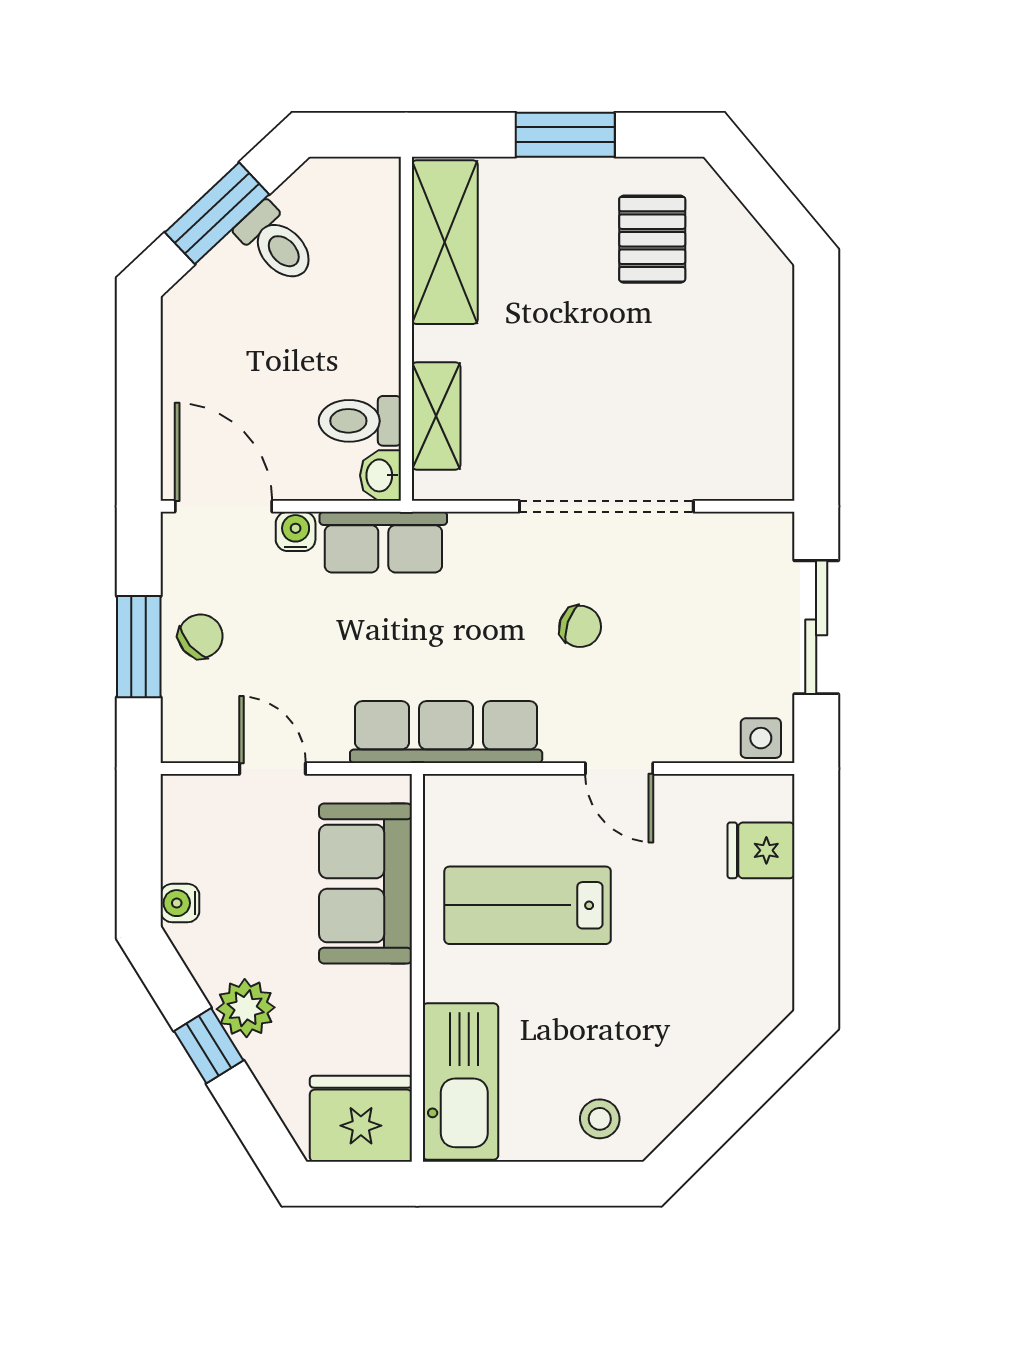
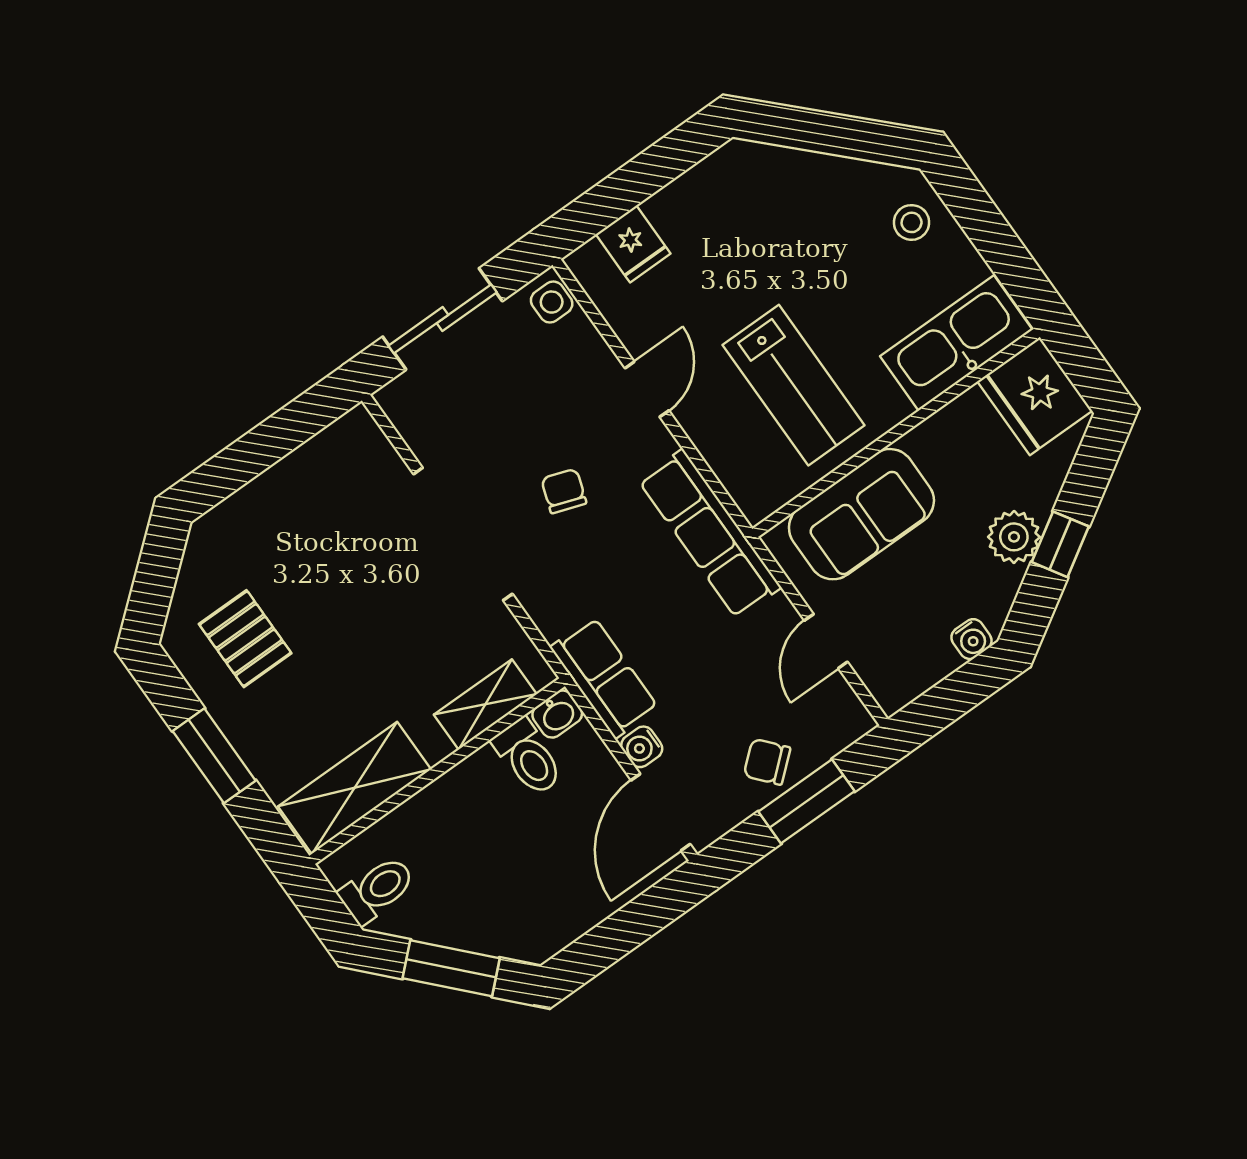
pallet: (652, 239) -> (245, 639), turned 90
toilet: (276, 243) -> (377, 890), moved, turned 43

